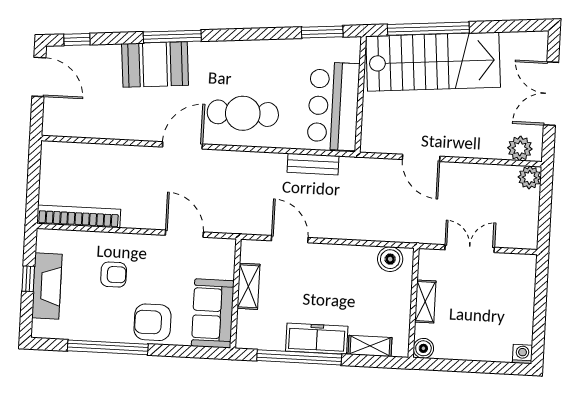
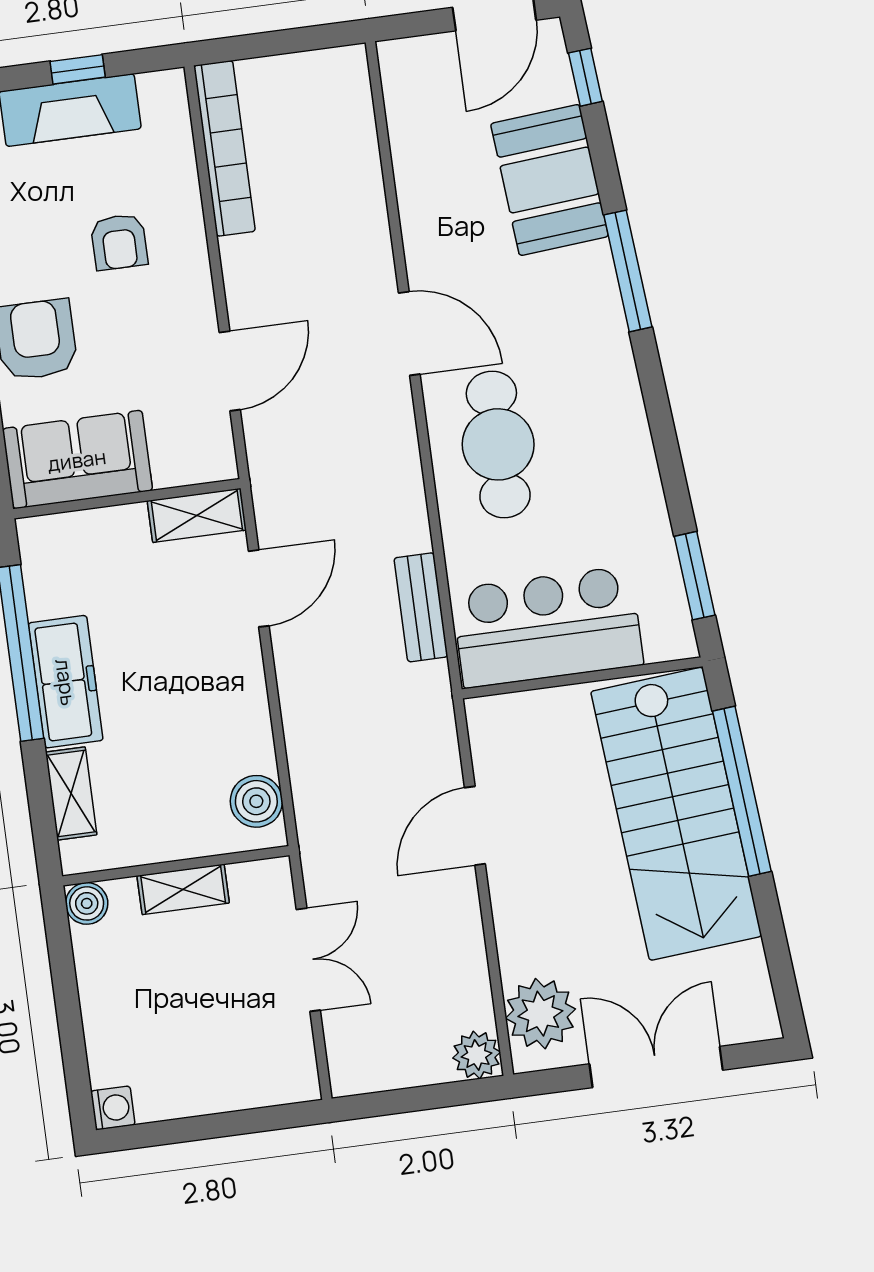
booth: (155, 65) -> (550, 180), moved
plant: (520, 148) -> (540, 1014), width x1.36, depth x1.36
shelving: (248, 286) -> (197, 515), moved

